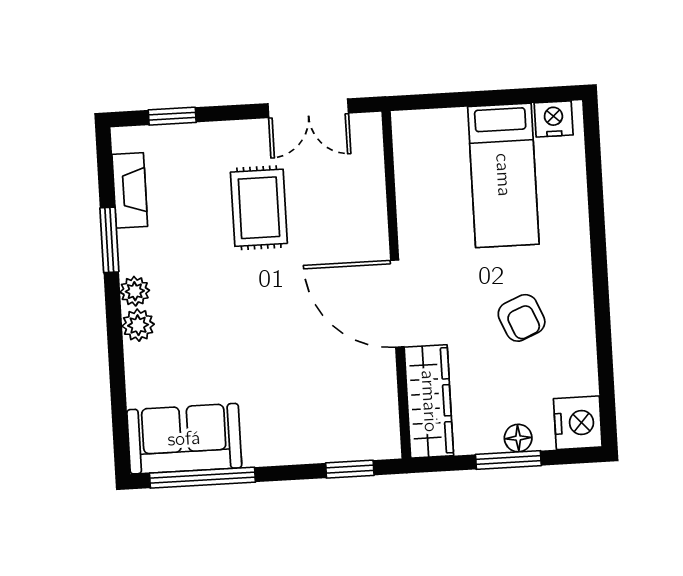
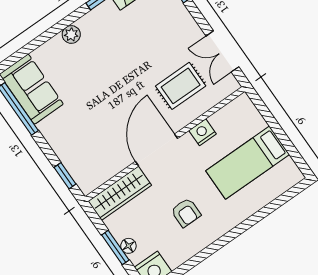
nightstand: (554, 119) -> (203, 132), moved, turned -90
rug: (259, 208) -> (181, 86), moved
plant: (135, 291) -> (86, 23), removed
armchair: (522, 318) -> (186, 213), turned -67

